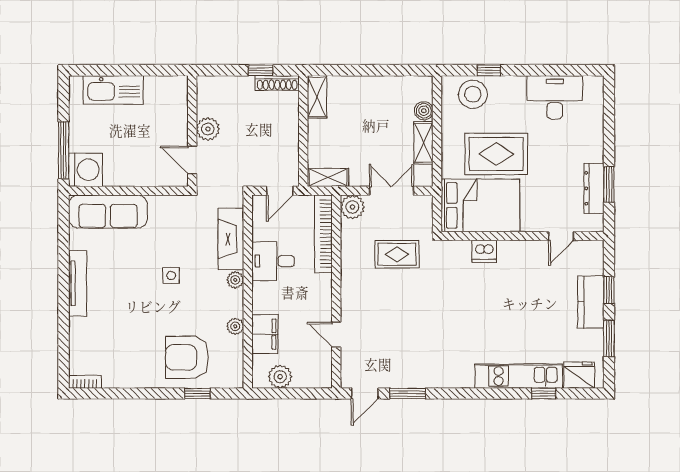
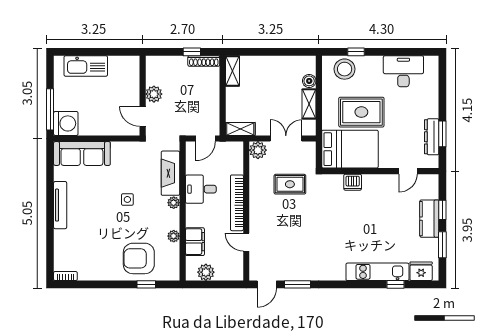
bookcase: (323, 234) -> (237, 203), moved

